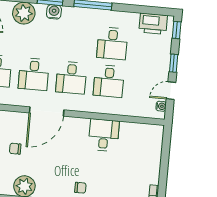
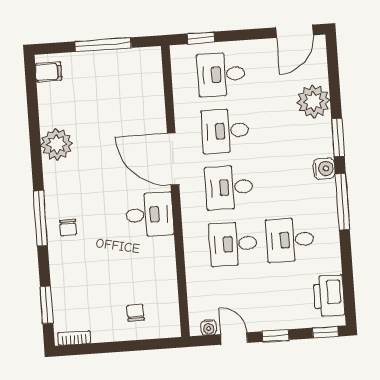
water cooler: (54, 12) -> (324, 169), moved
desk: (104, 135) -> (149, 215), moved
chair: (15, 149) -> (135, 313), moved

